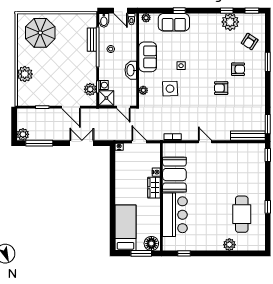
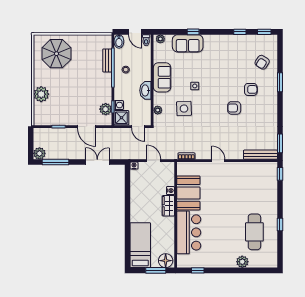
plant: (230, 22) -> (243, 43), removed

